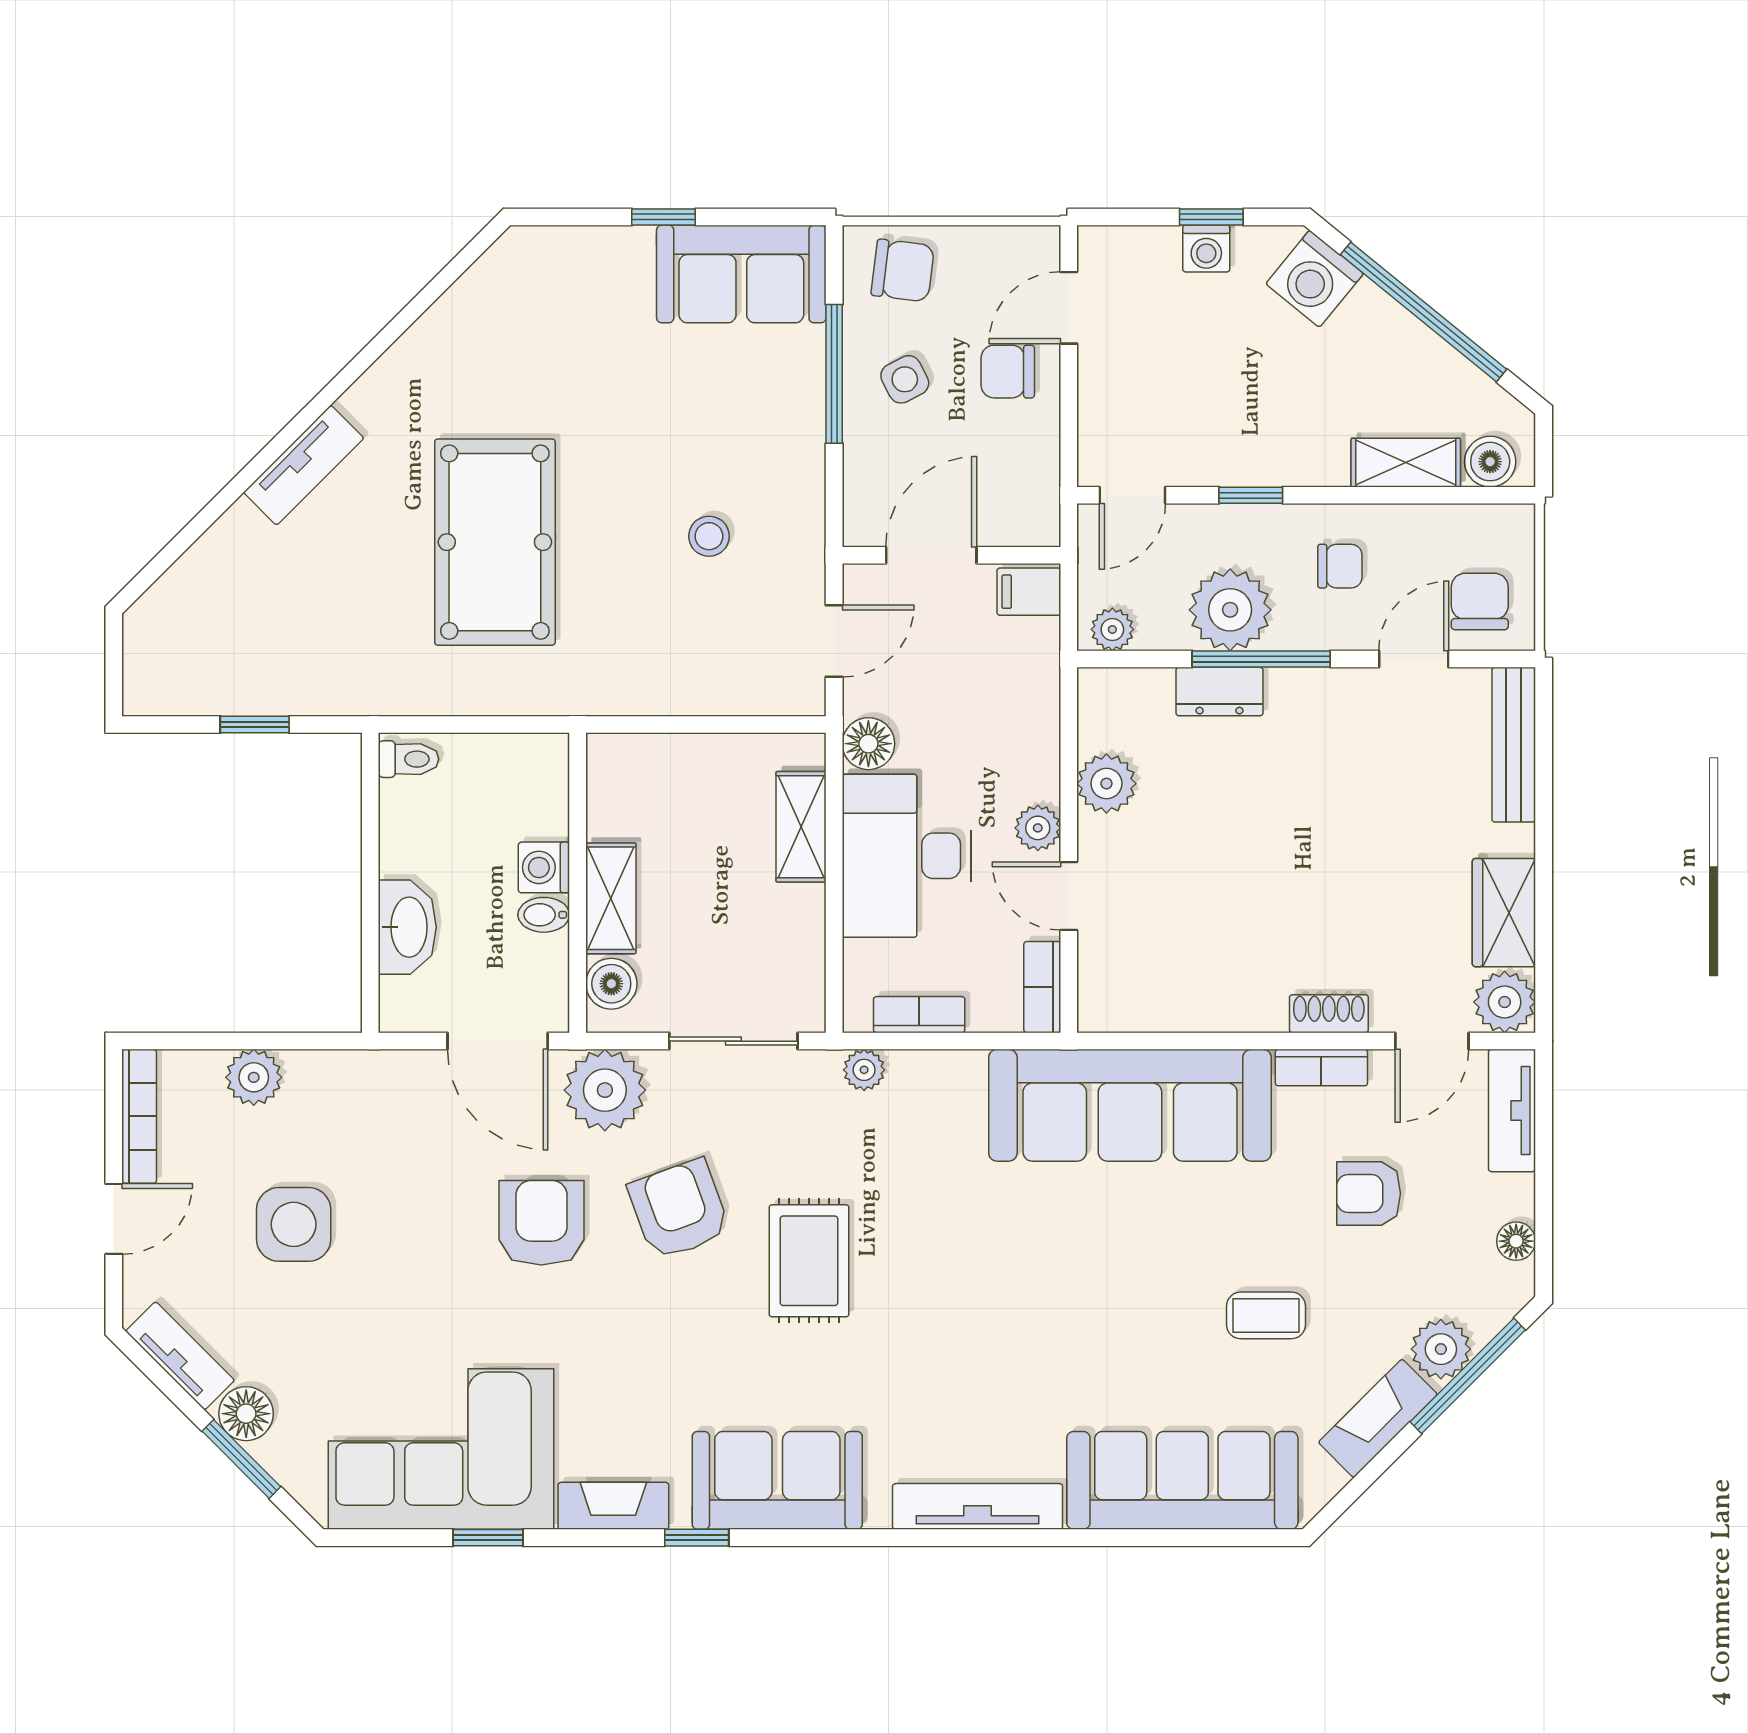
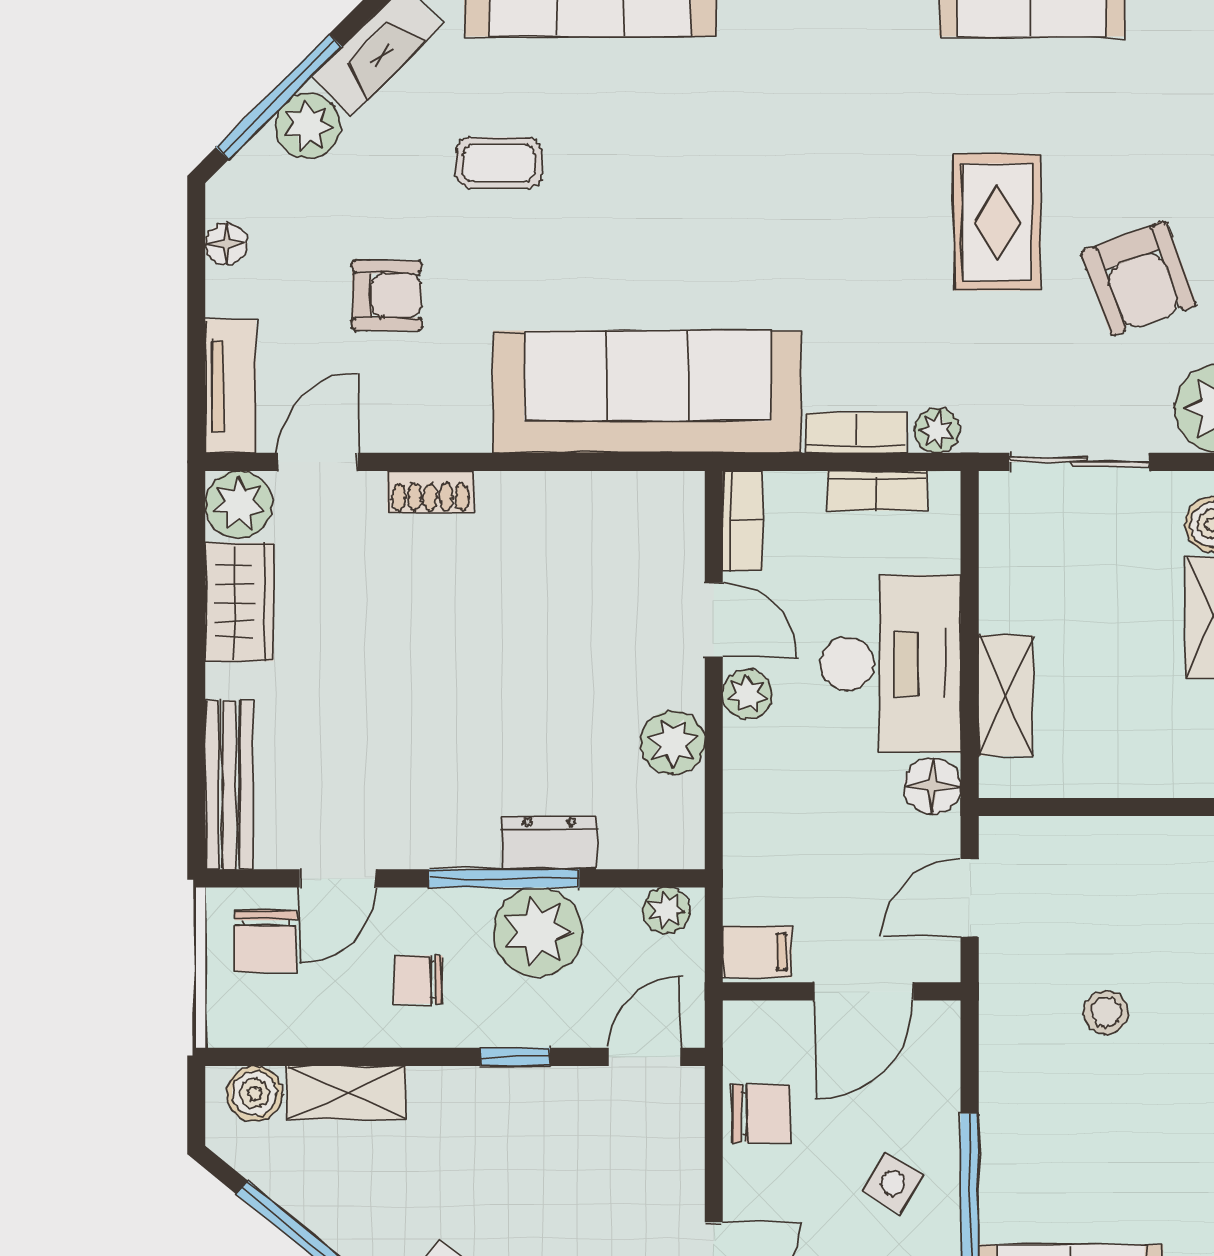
chair: (1008, 372) -> (761, 1114), moved
side table: (905, 379) -> (893, 1183), turned -32
bookcase: (1321, 1068) -> (856, 433), moved

